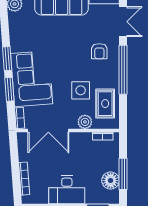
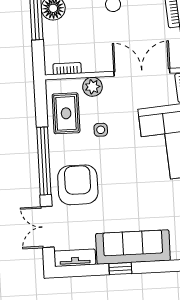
armchair: (99, 51) -> (78, 185), width x1.88, depth x1.88
side table: (81, 90) -> (101, 130), width x0.54, depth x0.54

